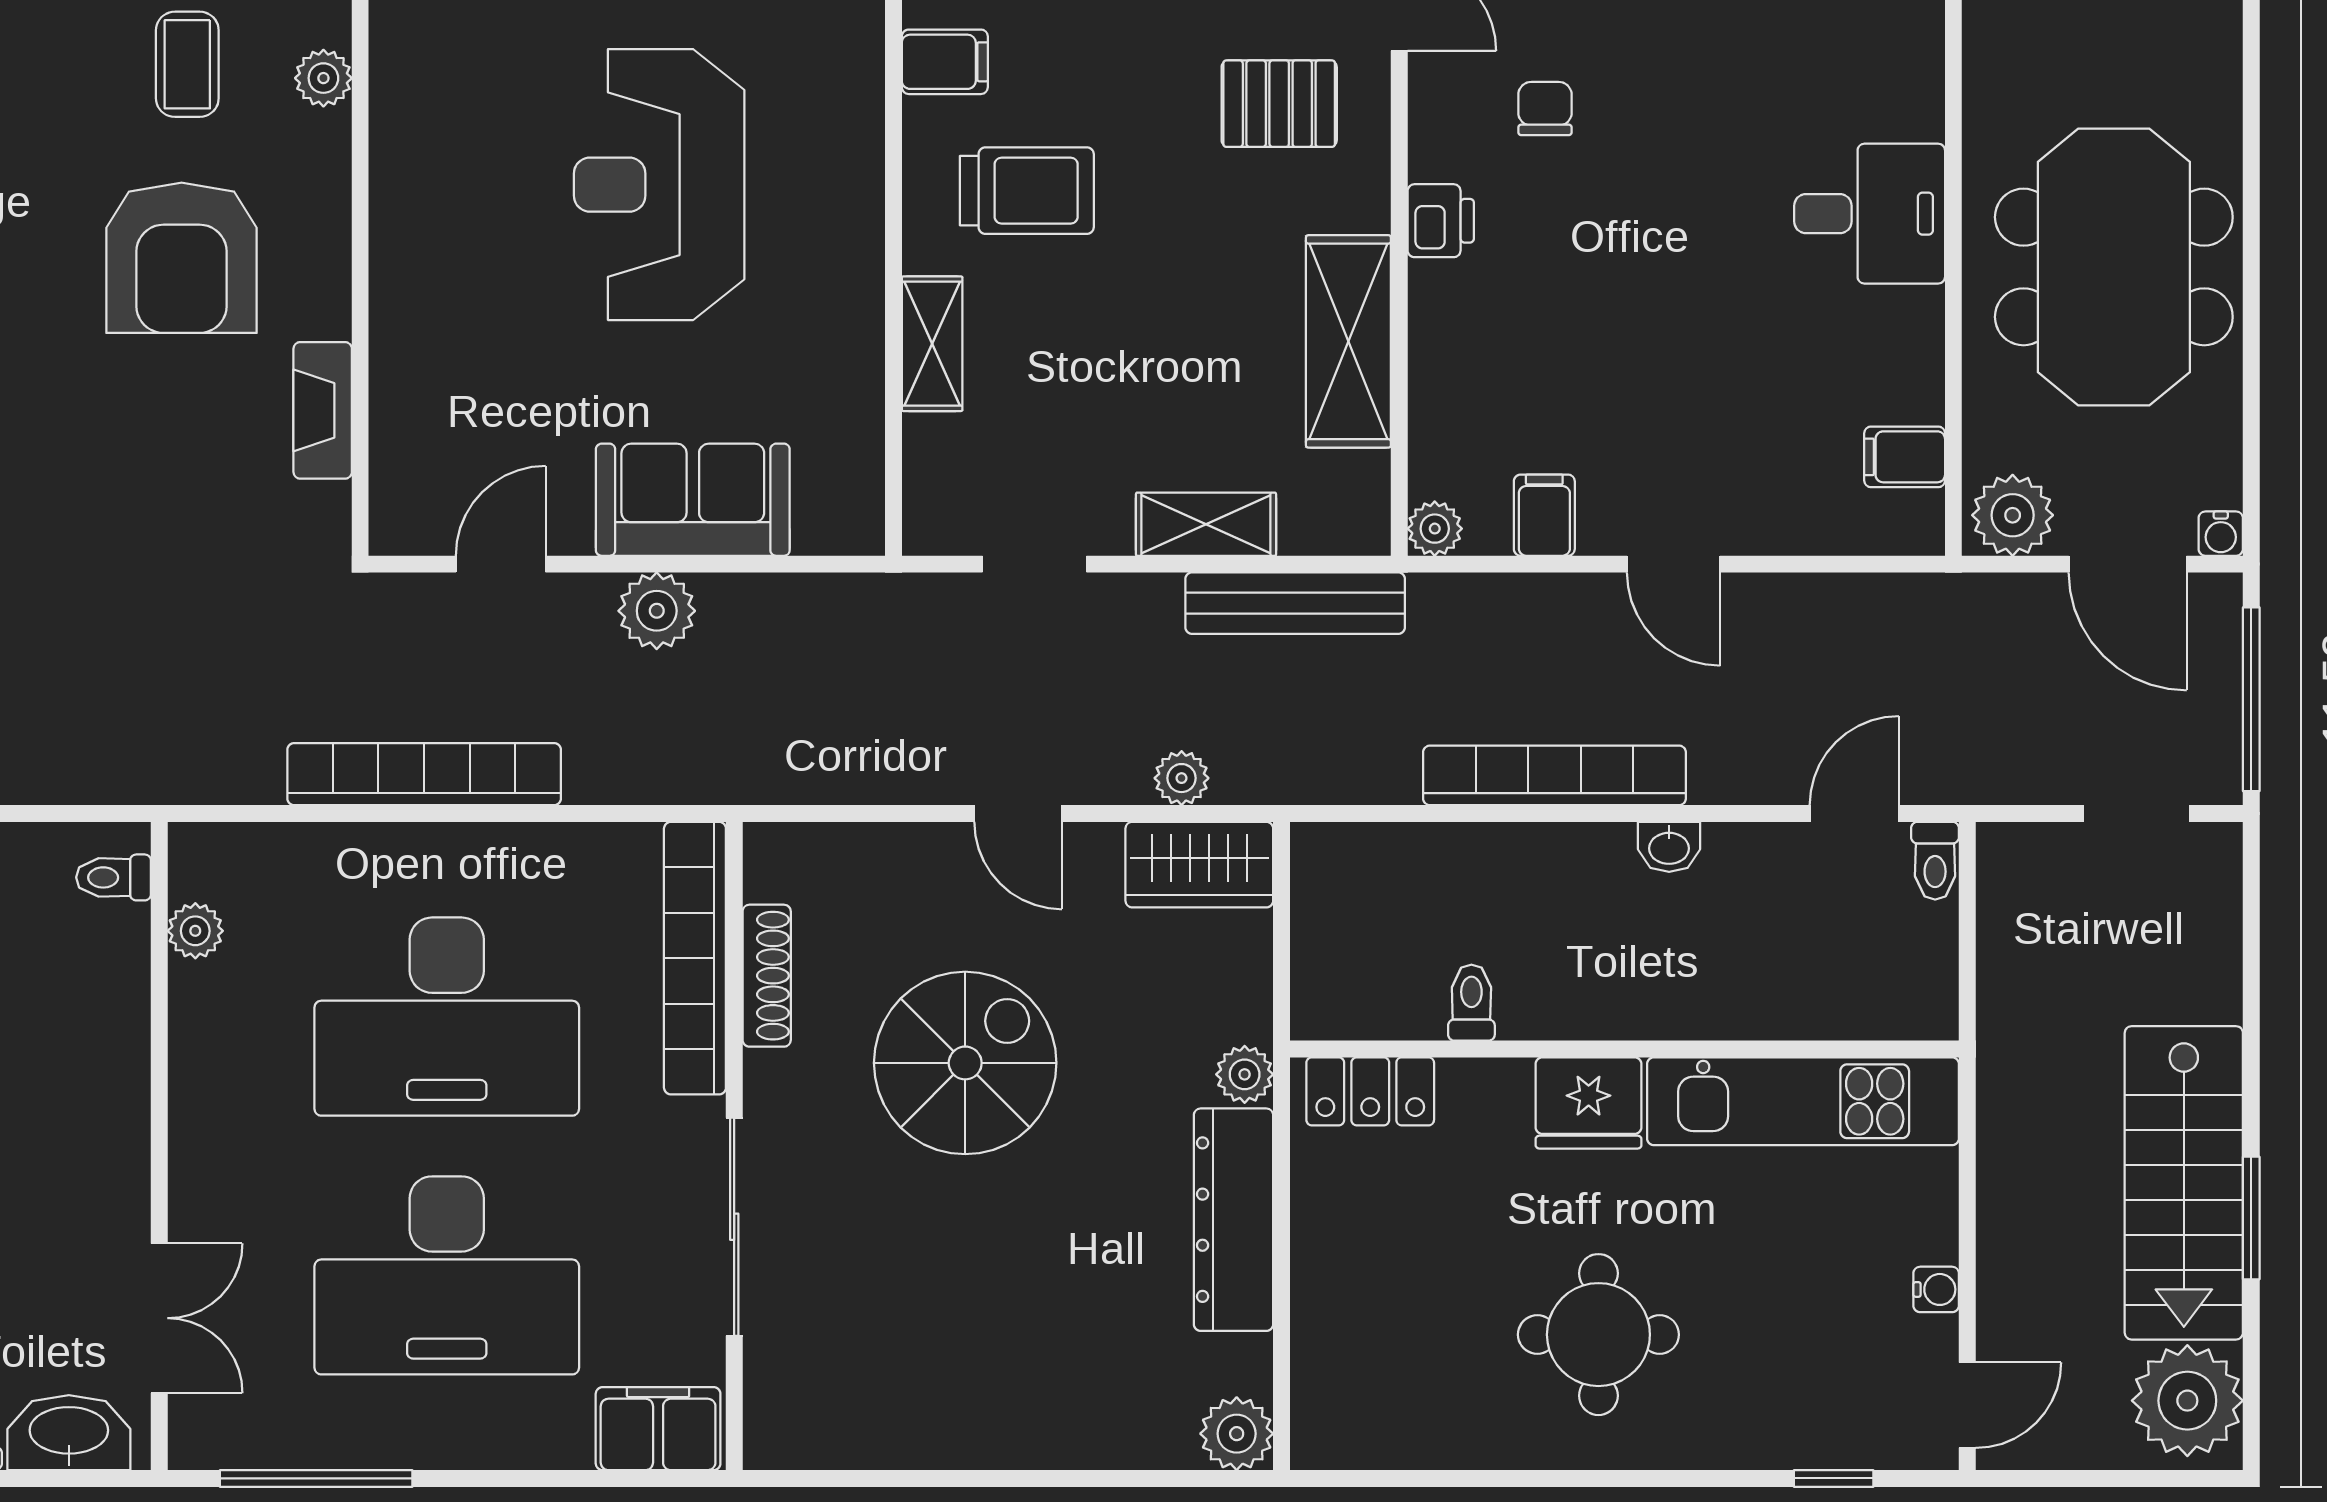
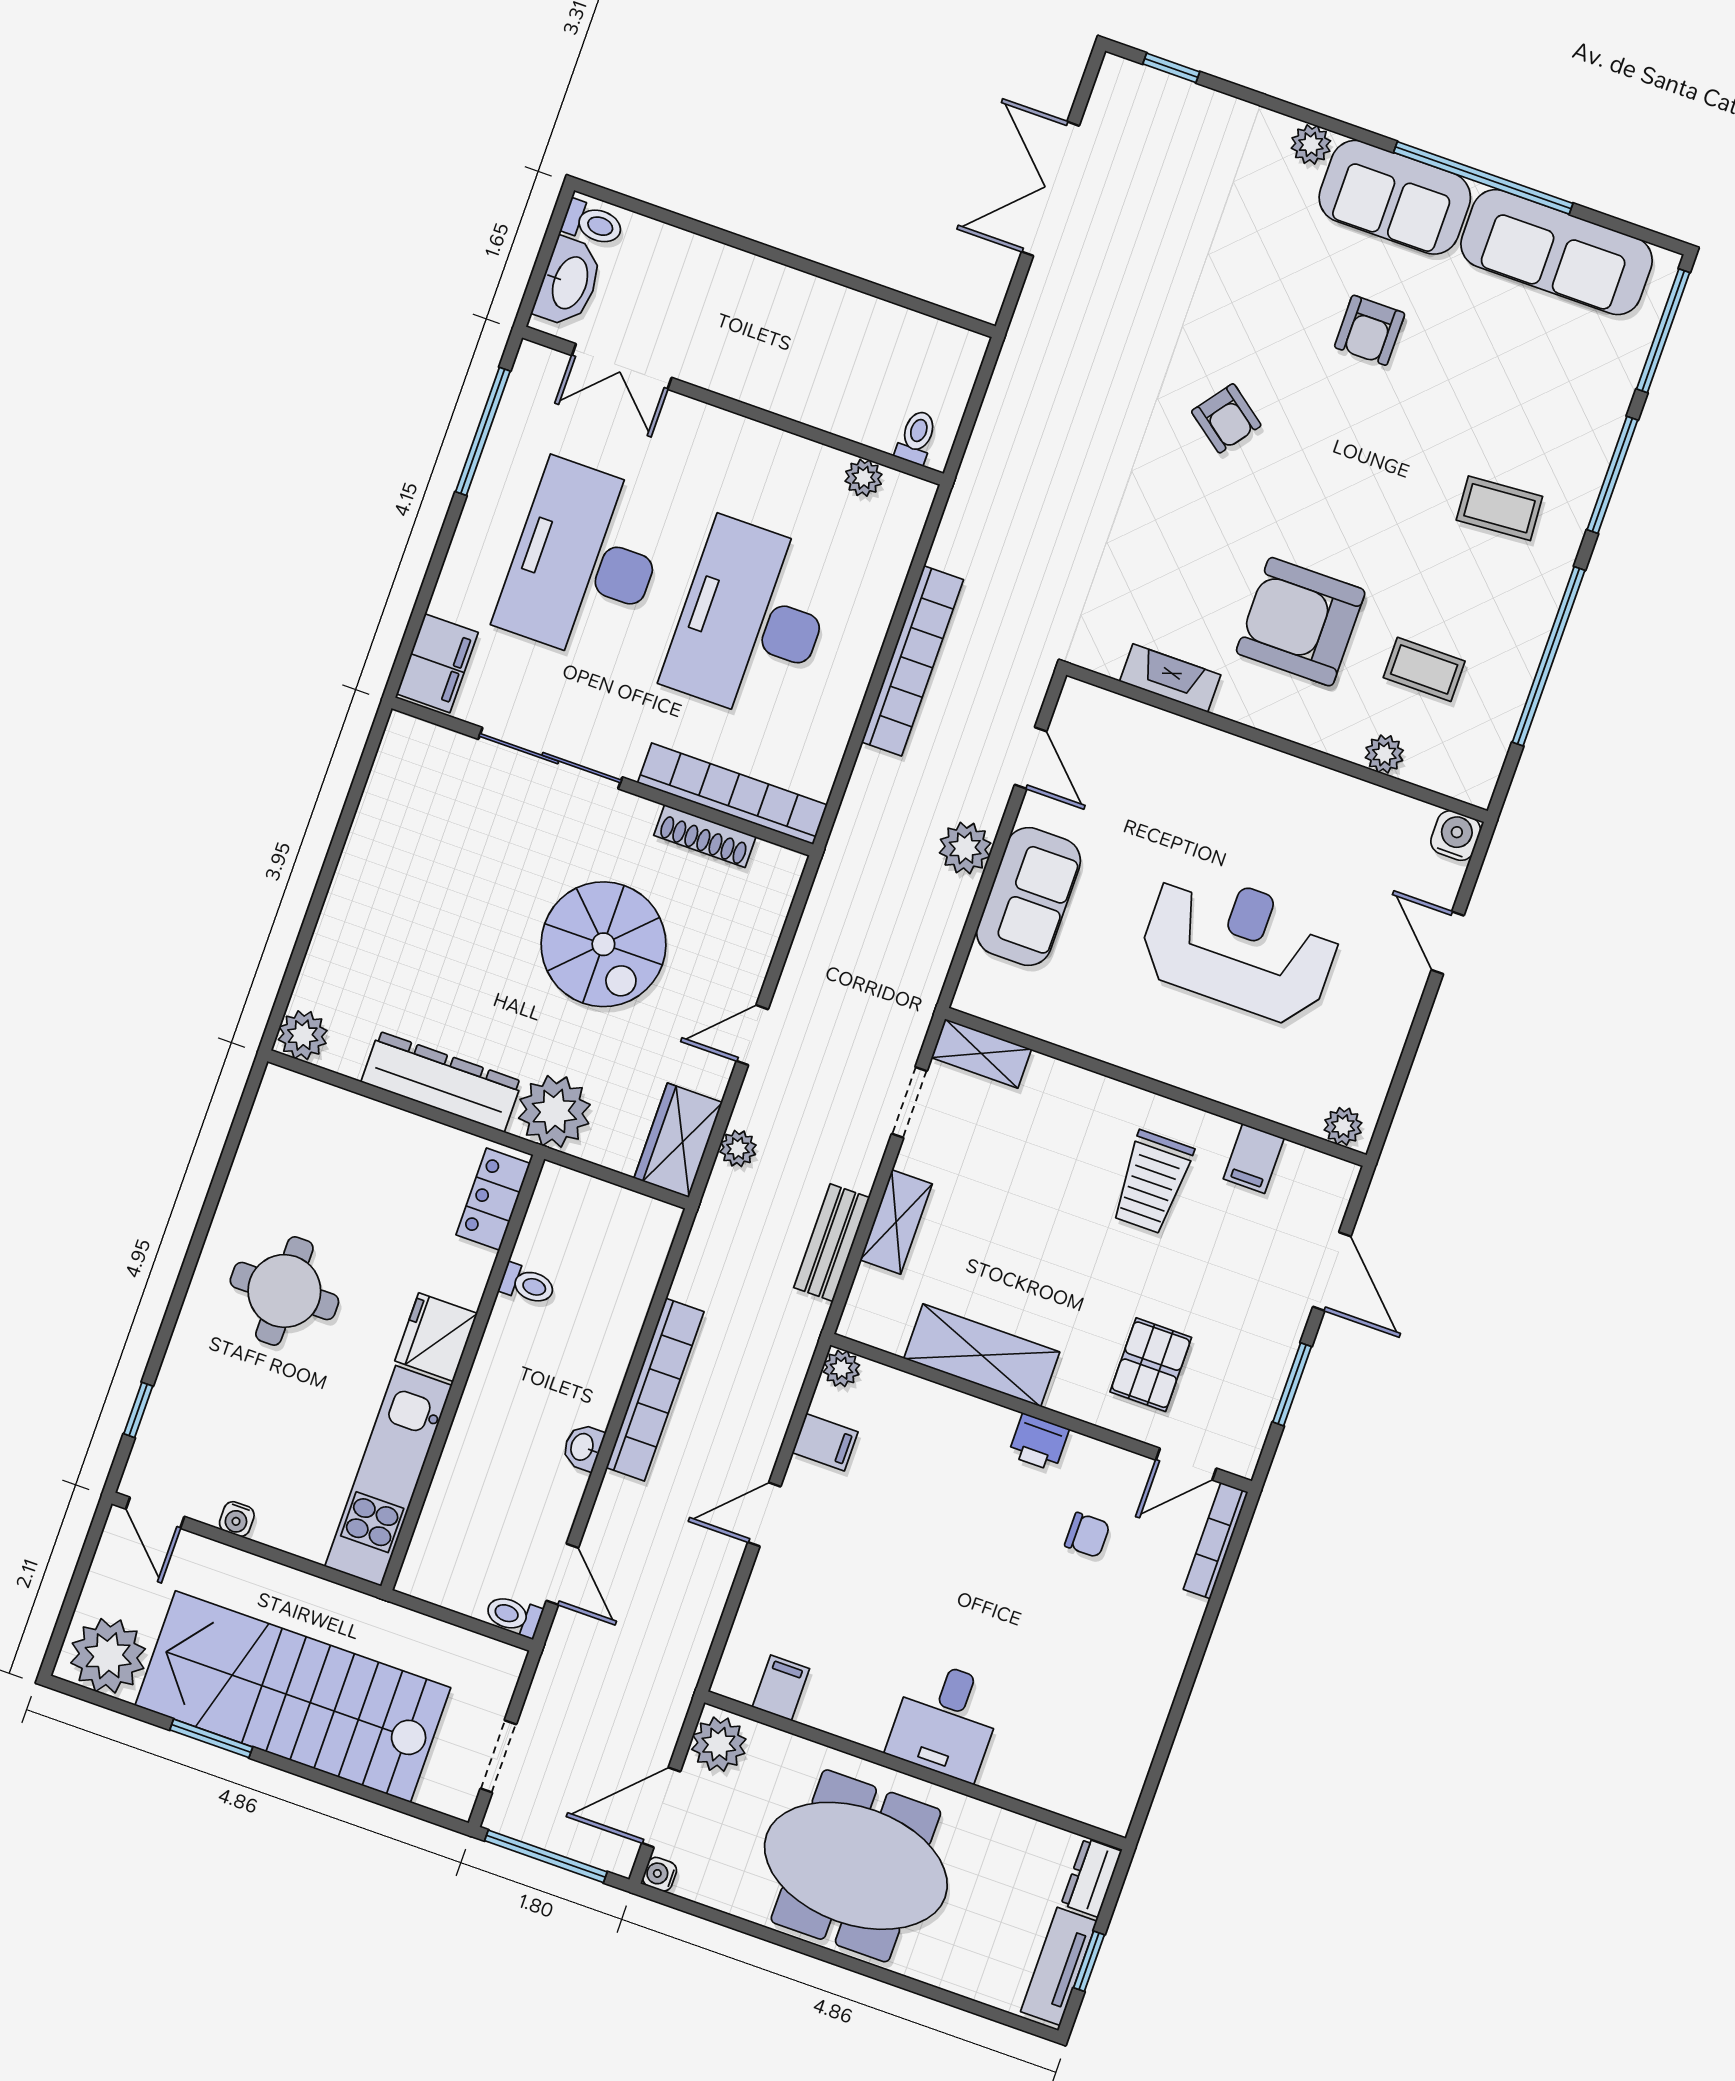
shelving: (932, 344) -> (981, 1053), moved
bench: (1295, 603) -> (832, 1243), width x0.73
plant: (1245, 1074) -> (554, 1111), width x1.88, depth x1.88
stairs: (2184, 1183) -> (293, 1697), width x1.36, depth x1.51

